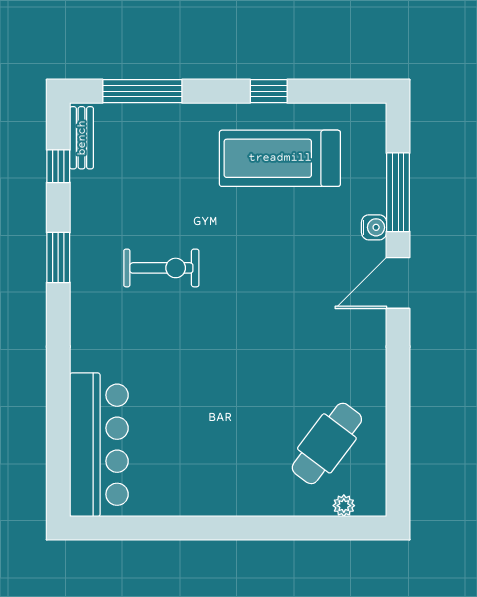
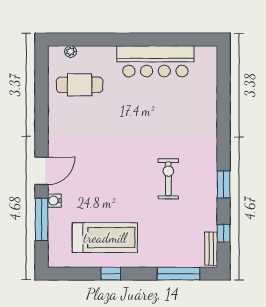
exercise bike: (161, 268) -> (168, 179), turned 90
cafe table: (327, 443) -> (80, 85), turned 53
bar counter: (99, 445) -> (155, 61), moved, turned -90

